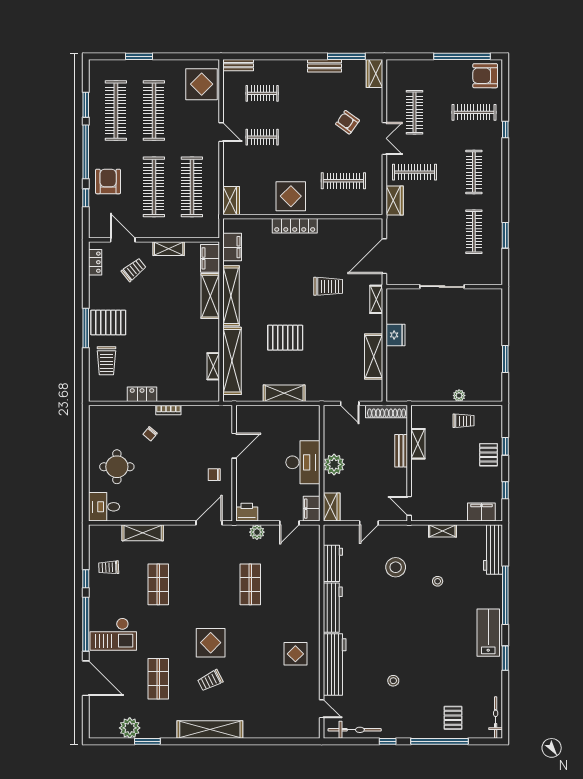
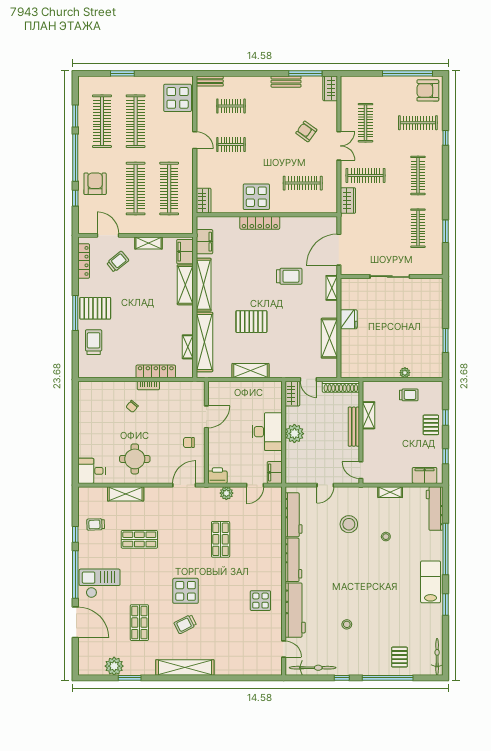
locker: (95, 262) -> (84, 261), width x1.53
trolley: (106, 361) -> (94, 342), turned 180
locker: (142, 394) -> (156, 371), moved, width x1.53
bench: (401, 451) -> (354, 427), width x1.36
round table: (117, 467) -> (135, 459), moved
wardrobe: (332, 507) -> (292, 394), moved
workbench: (333, 563) -> (293, 515), width x1.38
shop shelf: (158, 584) -> (139, 539), turned 90
checkout: (113, 634) -> (100, 583), turned 180

